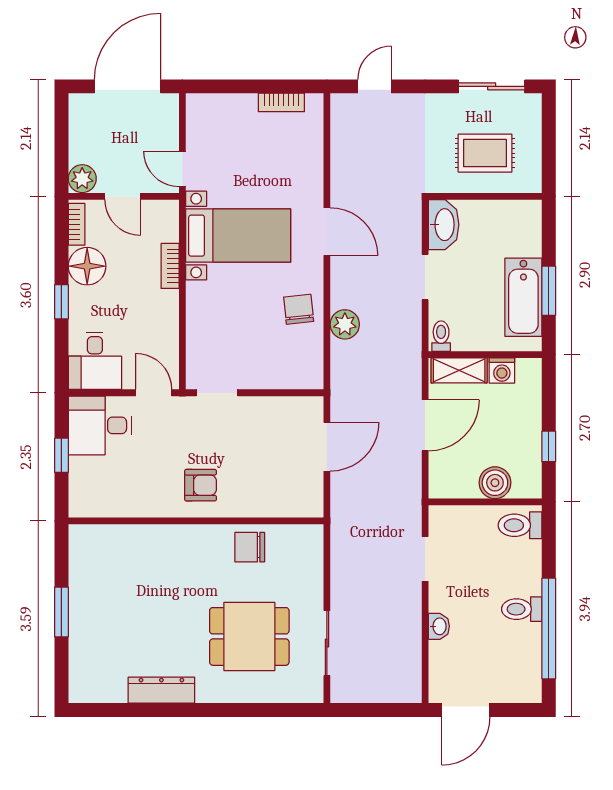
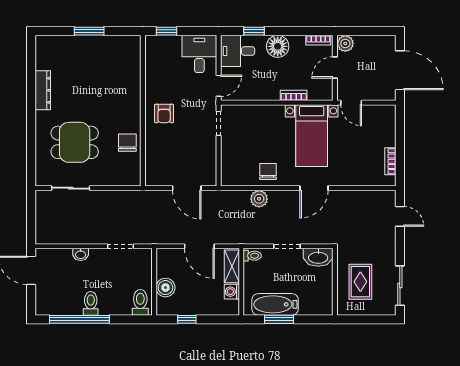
door: (182, 169) -> (351, 103), swing flipped
floor lamp: (87, 266) -> (278, 46), moved
window: (61, 302) -> (254, 31), moved
chair: (299, 309) -> (268, 171), turned -84
window: (61, 455) -> (167, 31), moved
dining table: (249, 636) -> (75, 142), turned 90

